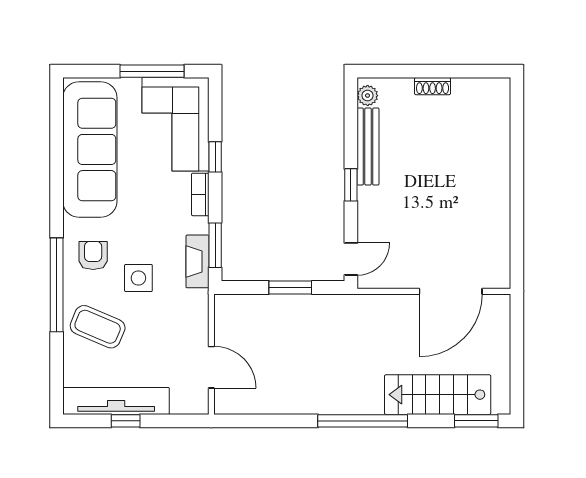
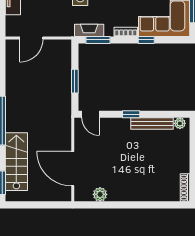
shoe rack: (433, 86) -> (185, 188), moved, width x1.43
plant: (498, 242) -> (100, 194), added

